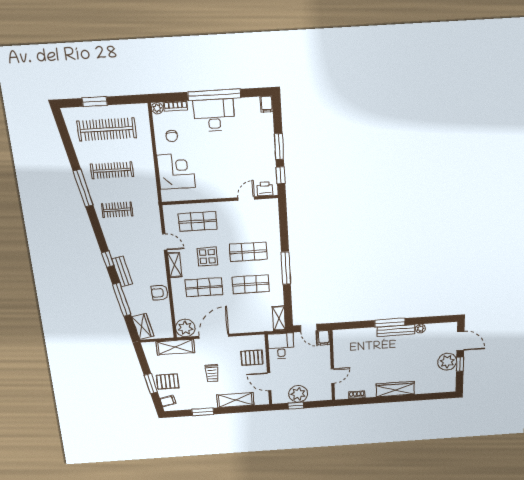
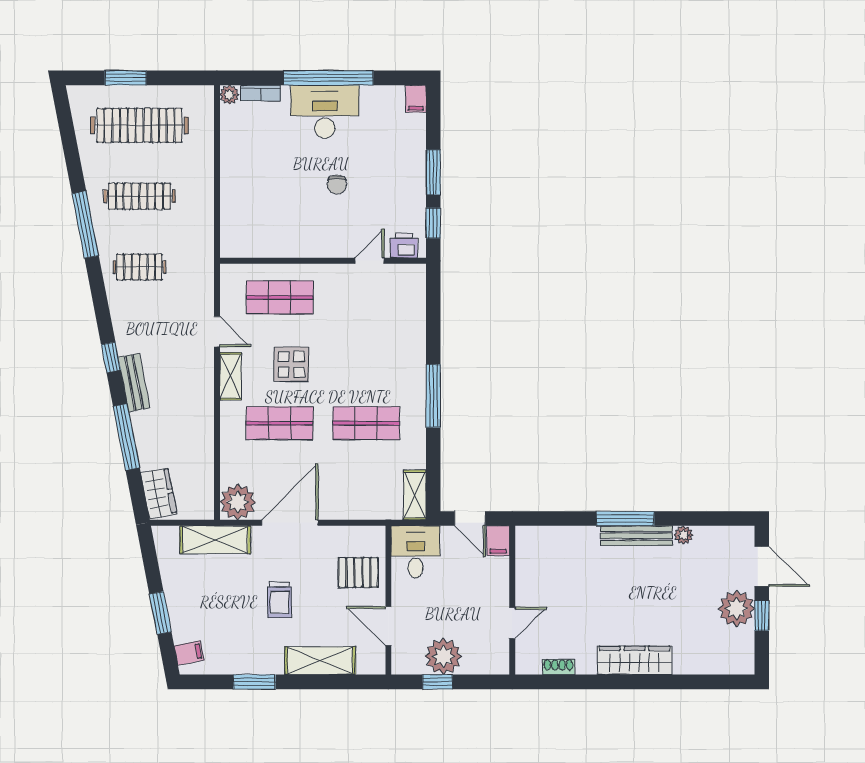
chair: (172, 136) -> (337, 185), moved
corner desk: (176, 171) -> (250, 205), removed
shop shelf: (248, 252) -> (366, 360), removed
armchair: (160, 293) -> (197, 428), removed
pallet: (168, 382) -> (193, 611), removed

